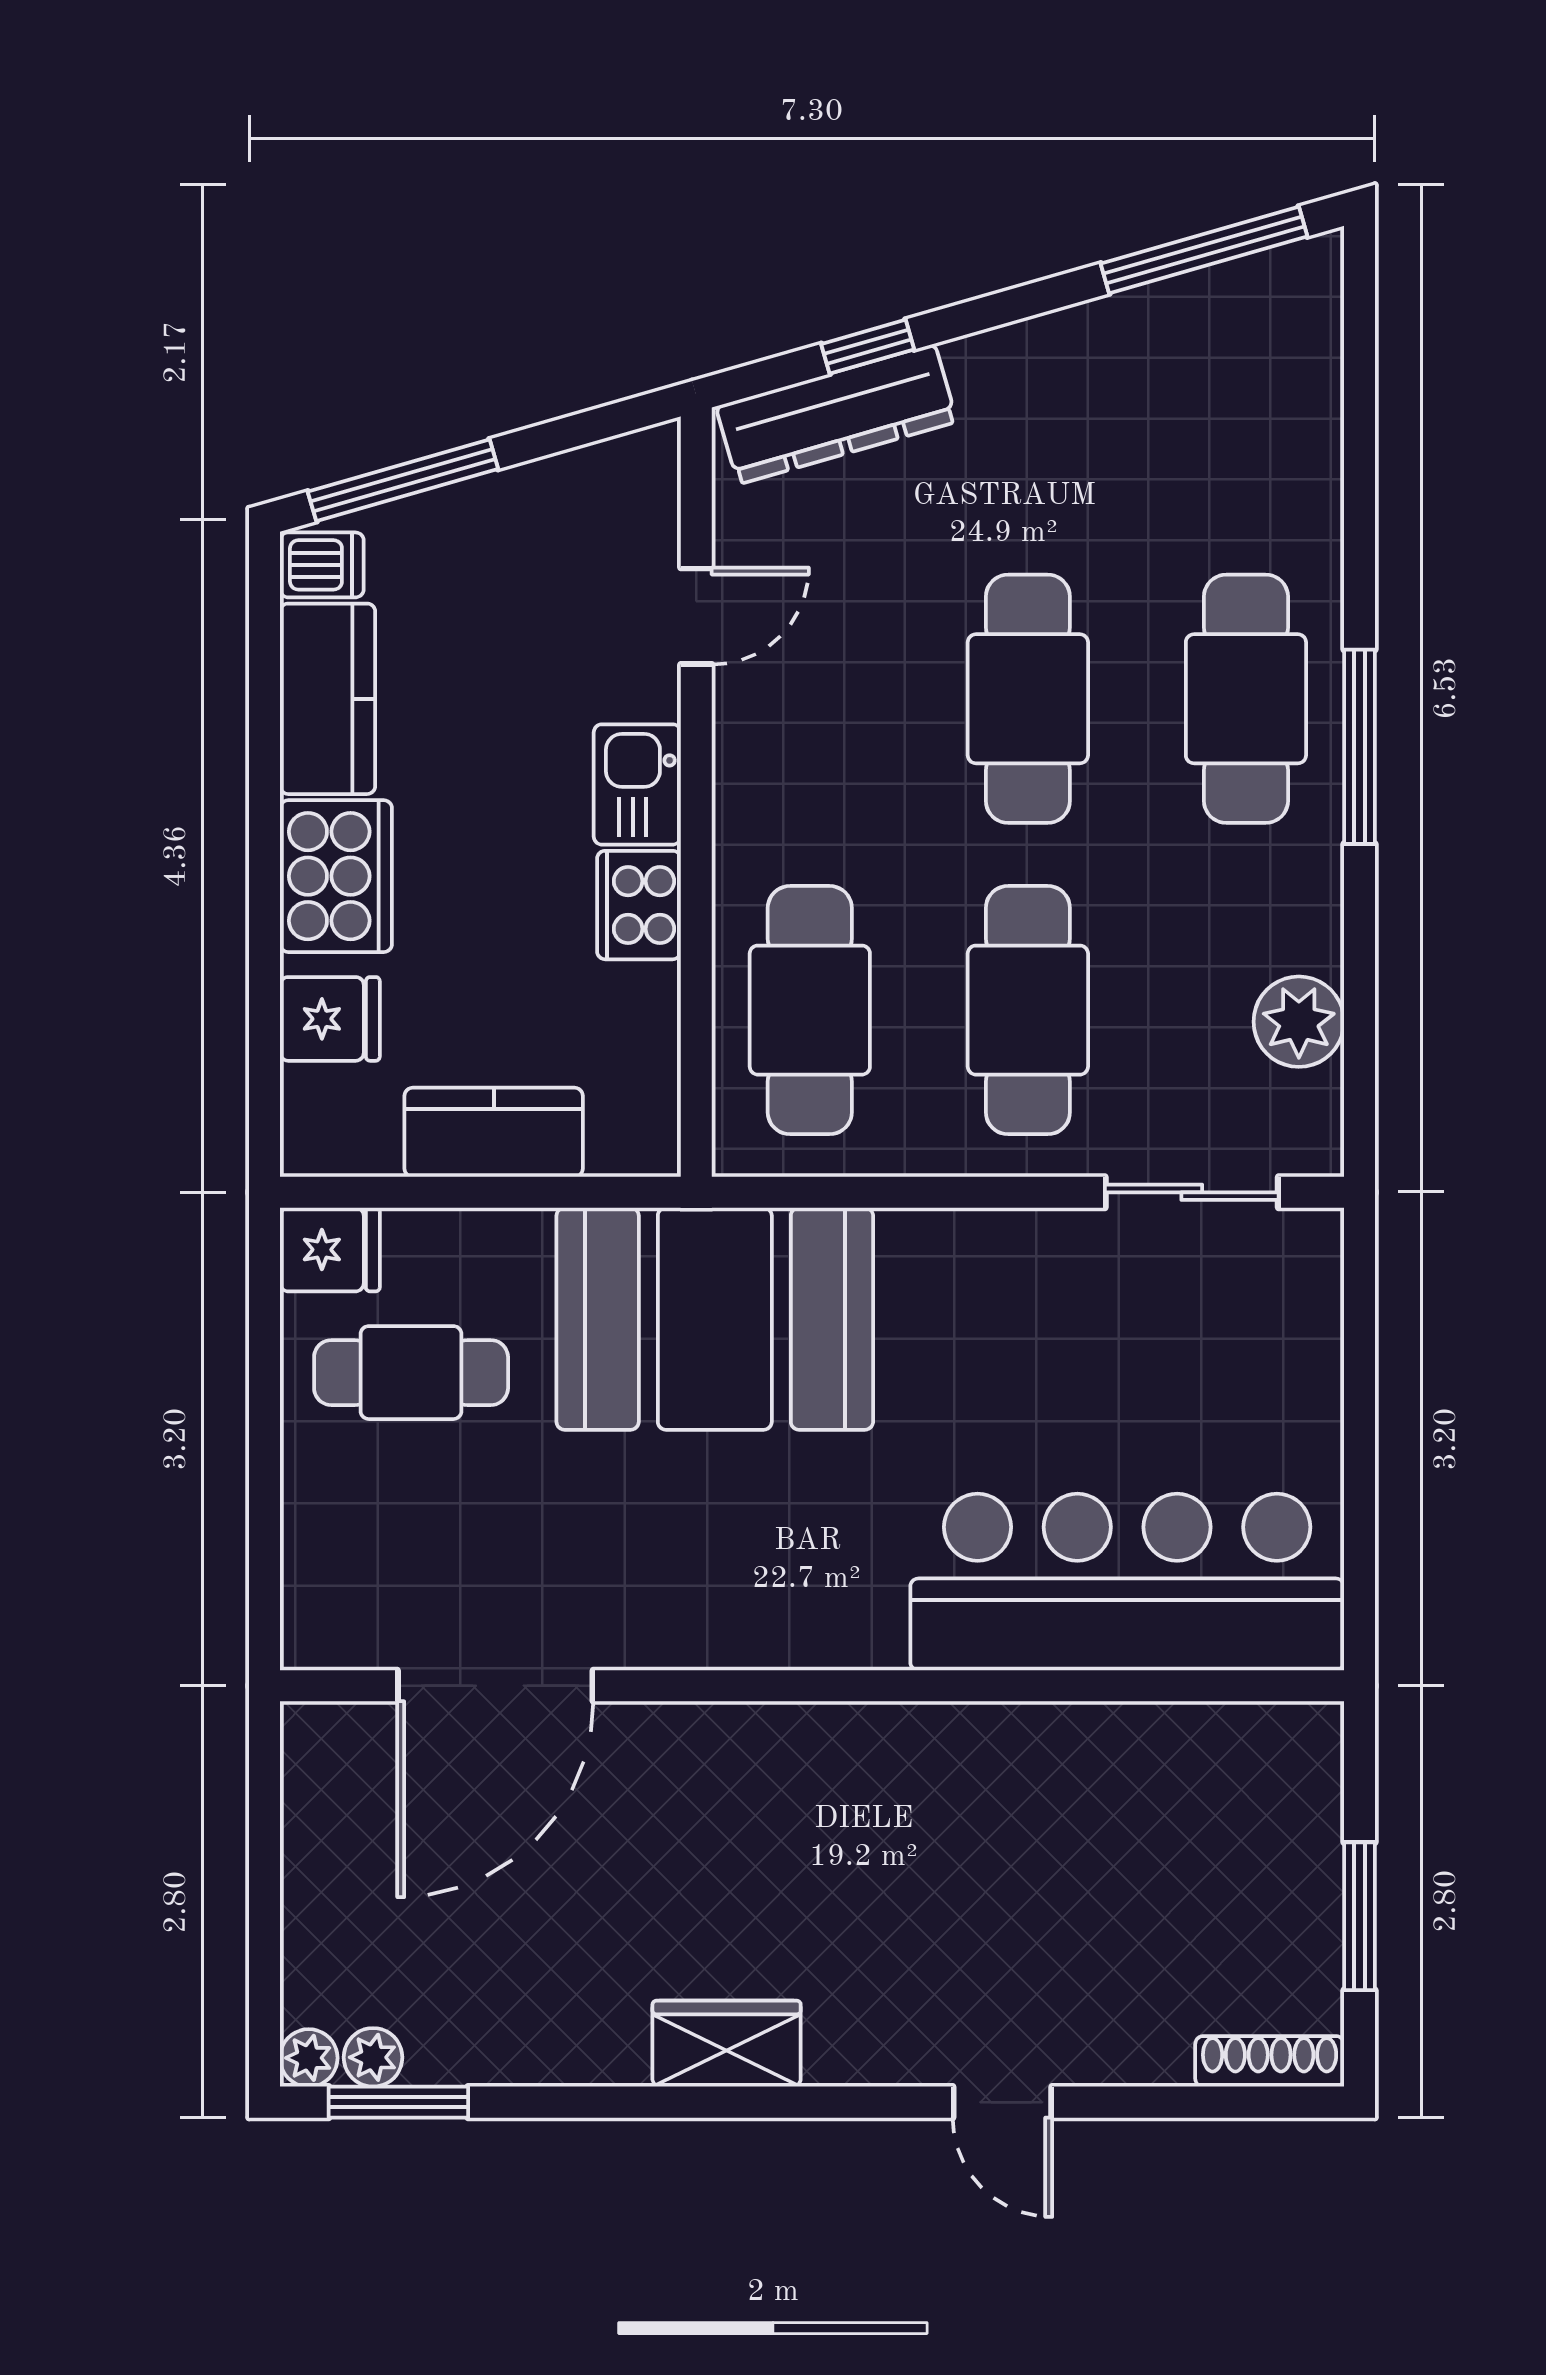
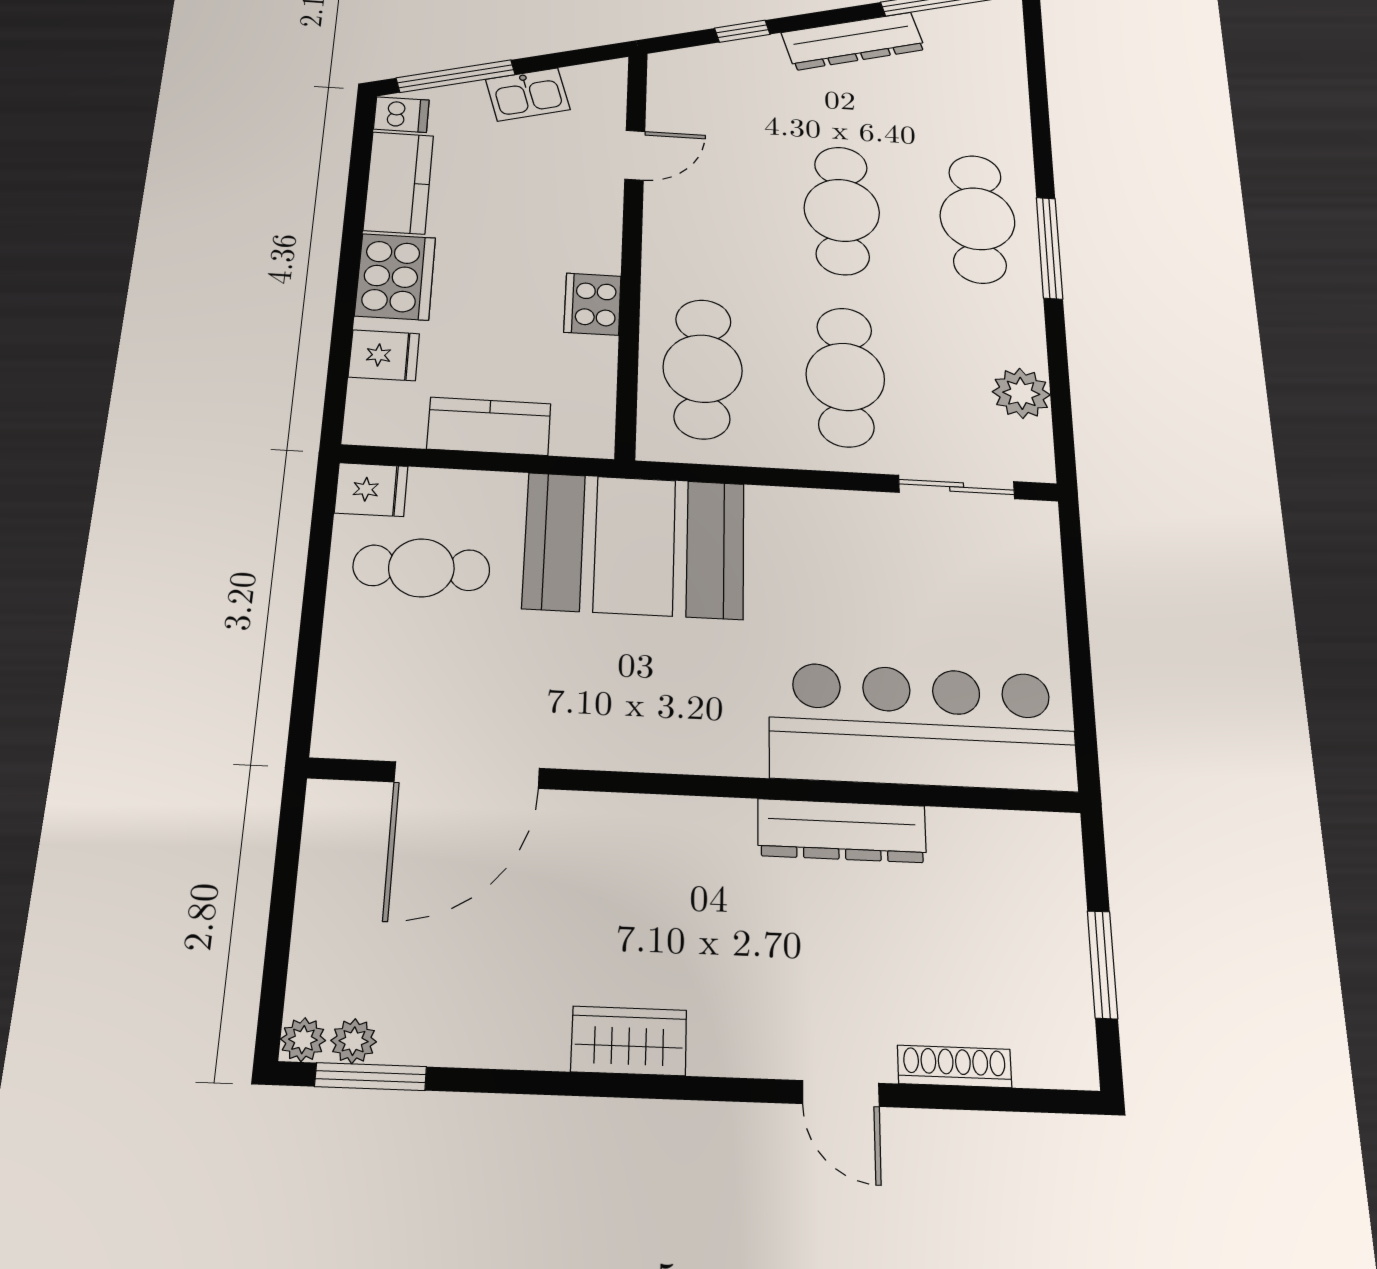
dresser: (836, 414) -> (853, 41), moved
kitchen sink: (637, 784) -> (528, 94), moved, turned -106
dresser: (1010, 1742) -> (842, 831), added
shoe rack: (1270, 2061) -> (954, 1066), moved

